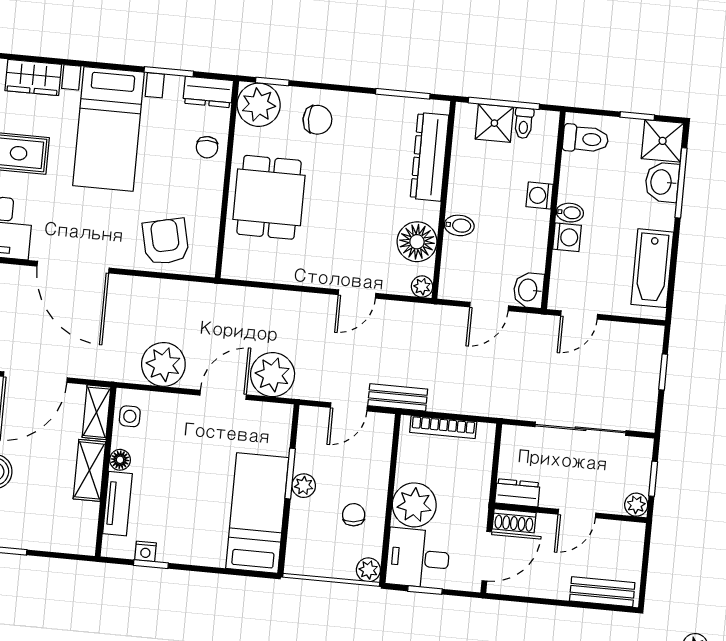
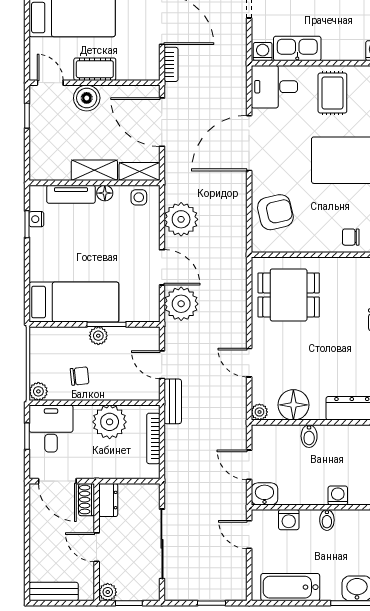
dining table: (269, 197) -> (289, 295), moved
washing machine: (567, 237) -> (289, 520), moved
plant: (414, 505) -> (110, 422), moved
bench: (602, 592) -> (54, 592), moved, turned 90

